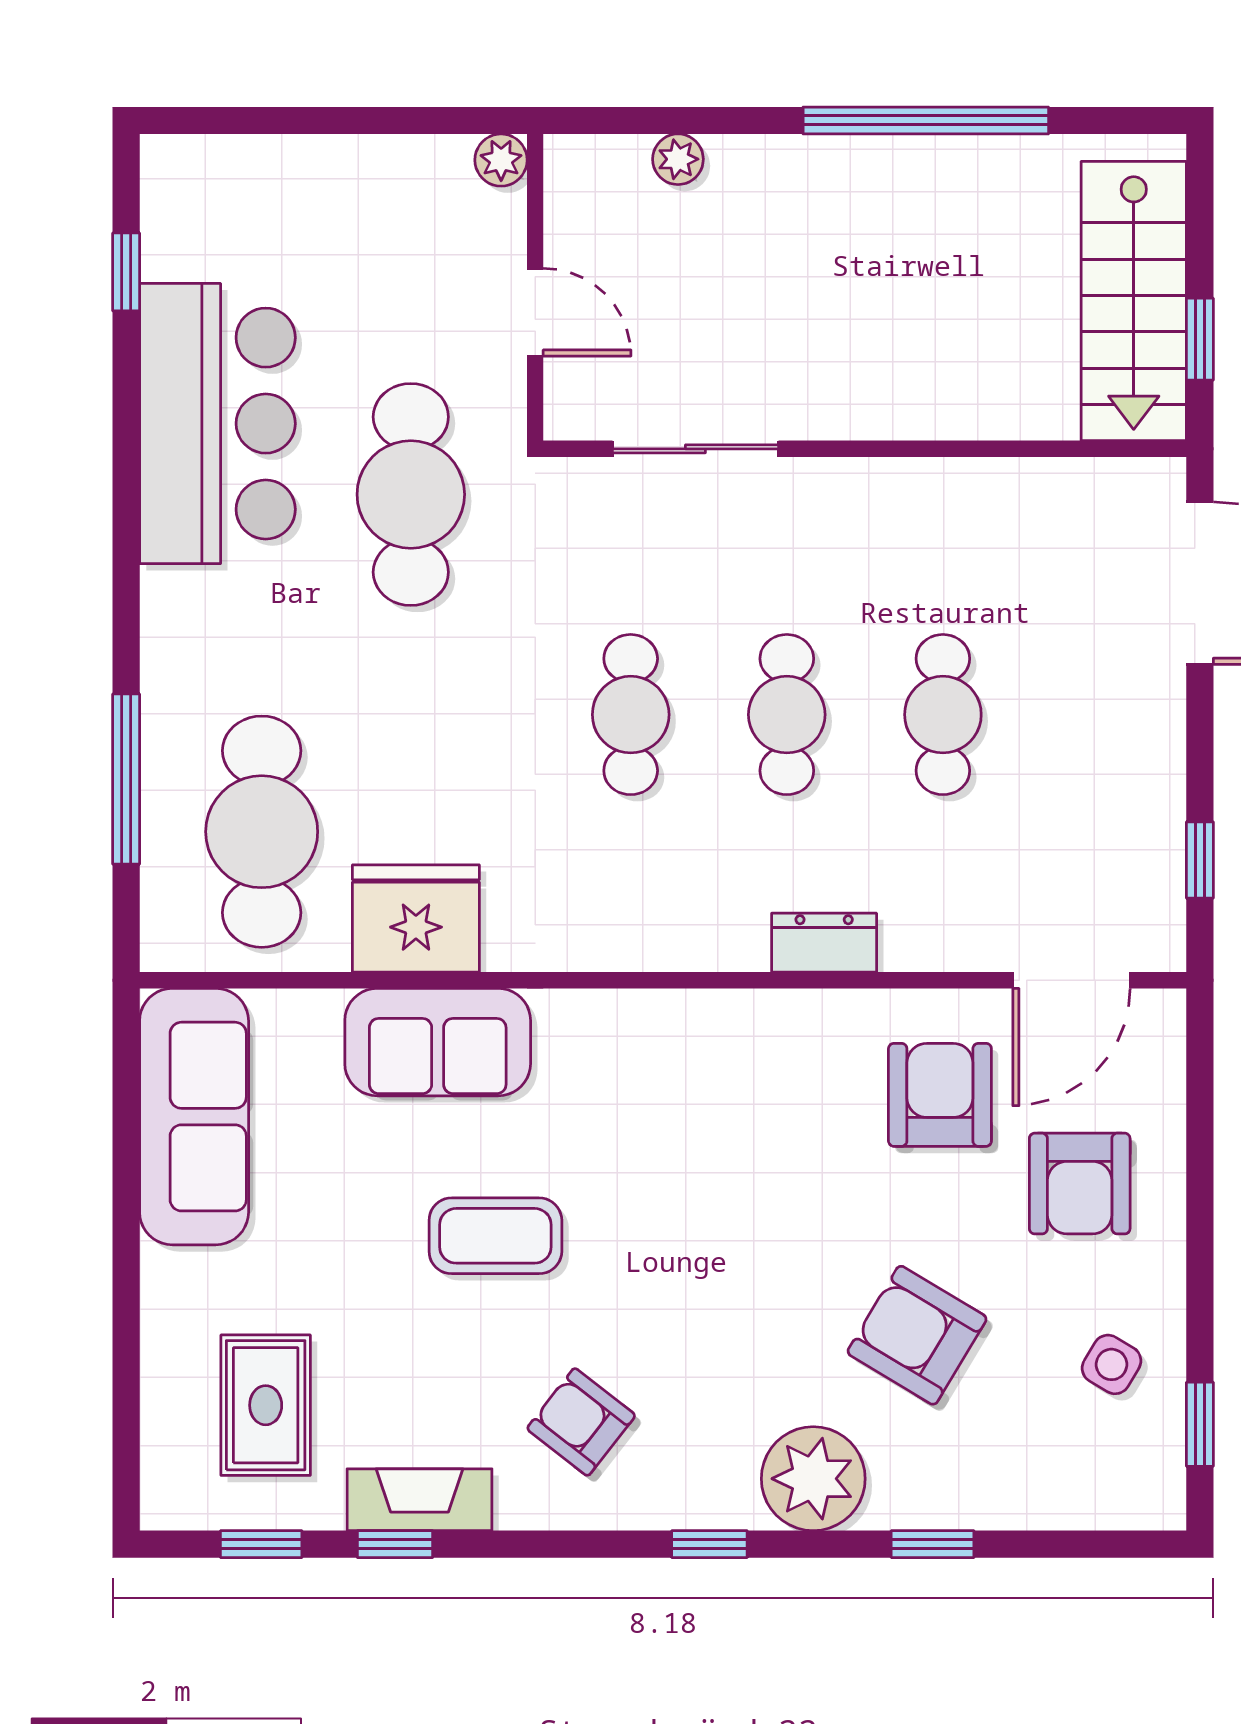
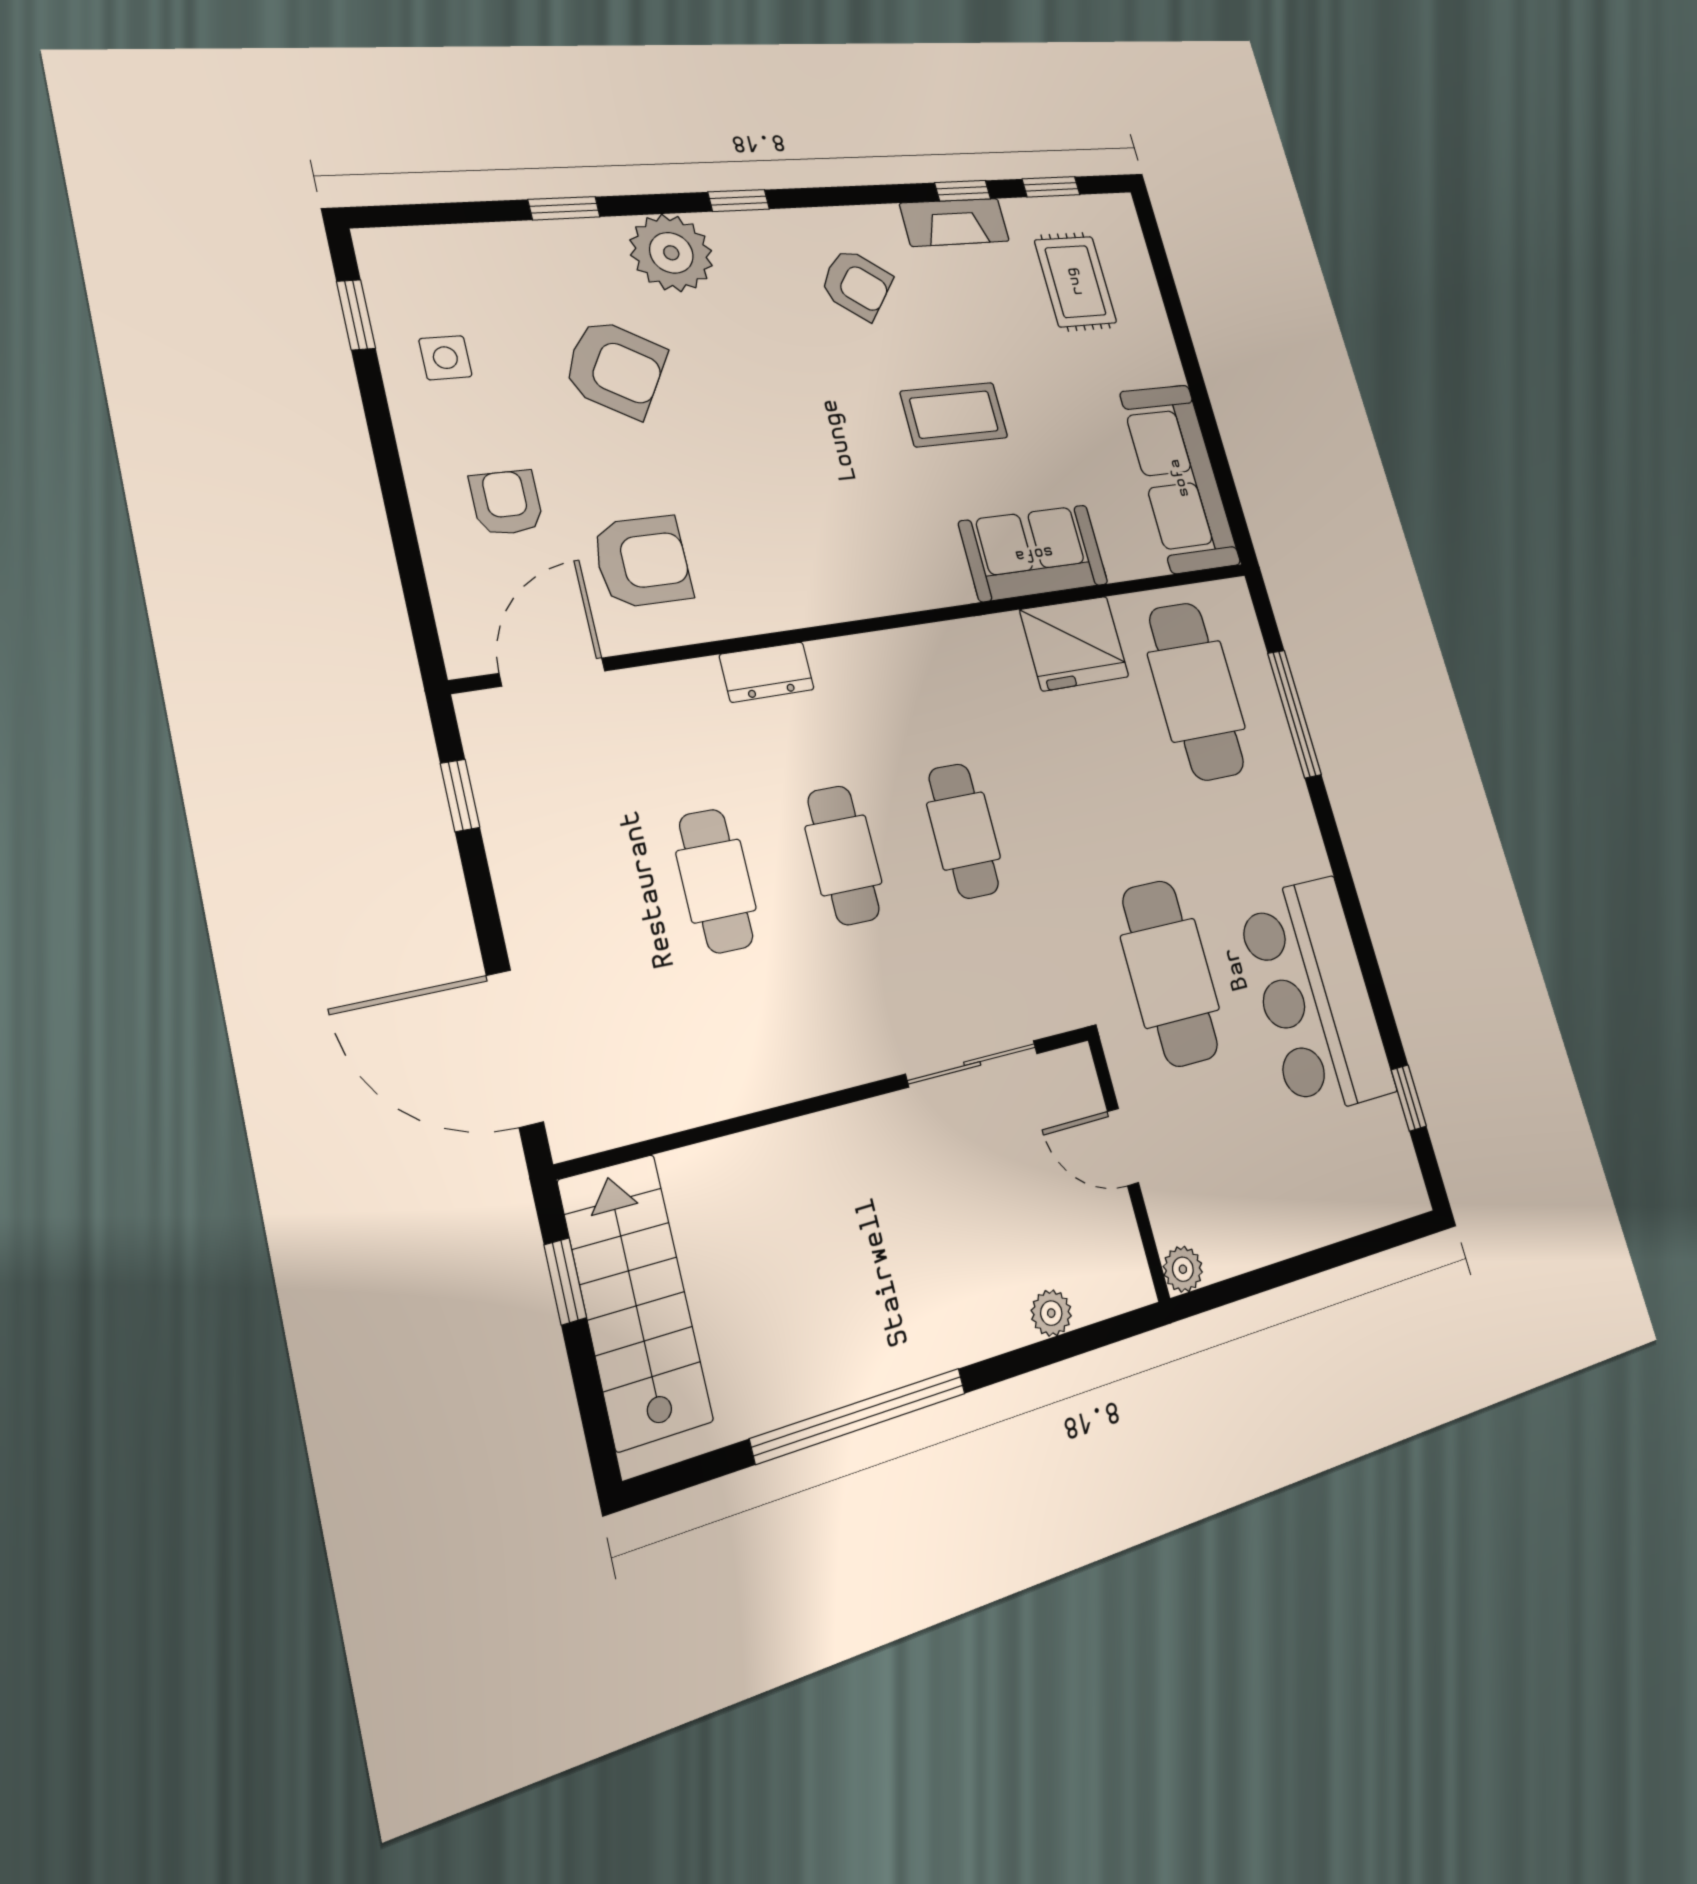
armchair: (940, 1095) -> (642, 561), turned -90
armchair: (1080, 1184) -> (507, 503), width x0.72, depth x0.72
side table: (1111, 1364) -> (445, 358), turned -31

